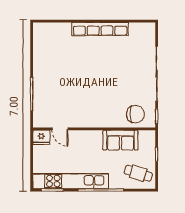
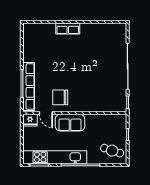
row of seats: (100, 29) -> (68, 29), width x0.50
row of seats: (40, 98) -> (29, 87), added
chair: (135, 114) -> (60, 97), moved, turned 180
sofa: (120, 140) -> (70, 123), moved

